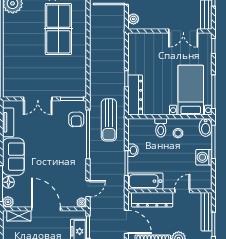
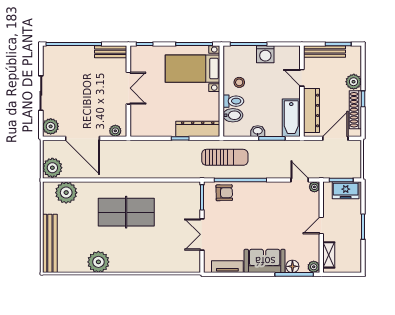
double door: (183, 31) -> (128, 88), moved
double door: (38, 99) -> (202, 234), swing flipped
bidet: (206, 127) -> (233, 115), moved
door: (46, 209) -> (321, 226), width x0.53

